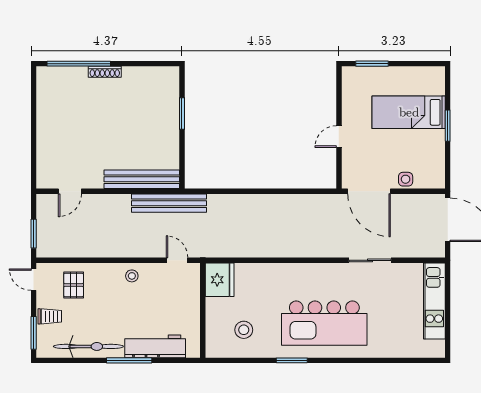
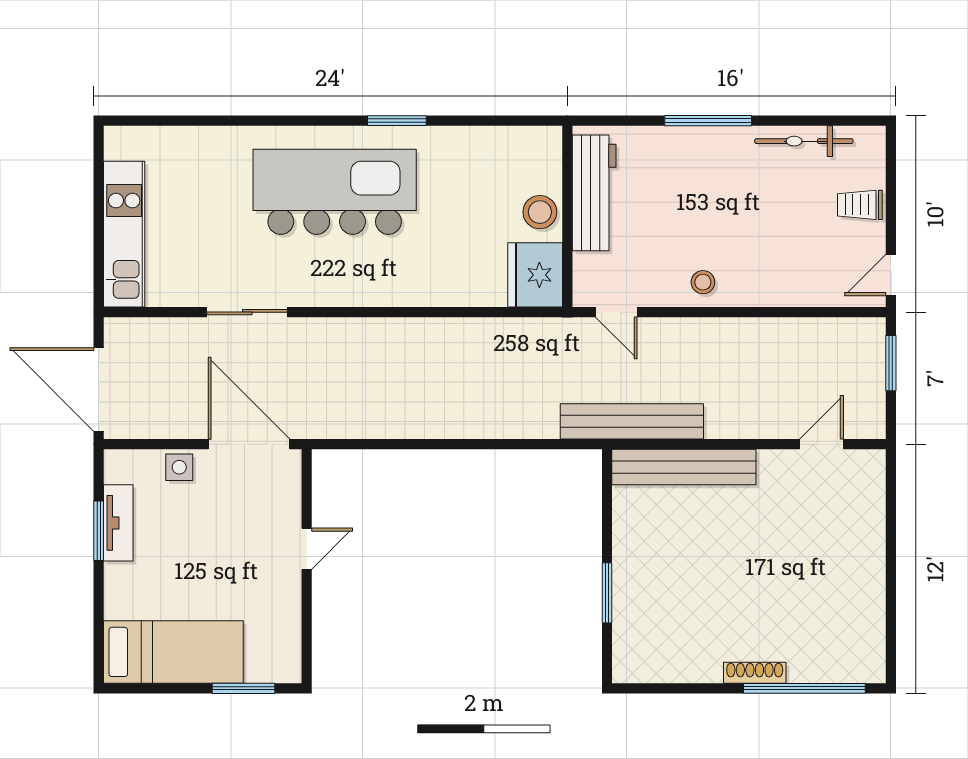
bed: (409, 112) -> (173, 652), moved
window: (448, 126) -> (99, 531), moved
tv unit: (437, 150) -> (118, 523), added
door: (34, 280) -> (891, 275), swing flipped
pallet: (74, 285) -> (814, 265), removed
stool: (244, 330) -> (540, 212), moved
window: (34, 333) -> (891, 173), removed
bicycle: (88, 346) -> (804, 141), width x0.73, depth x0.71
workbench: (155, 346) -> (594, 193), moved, turned -90

